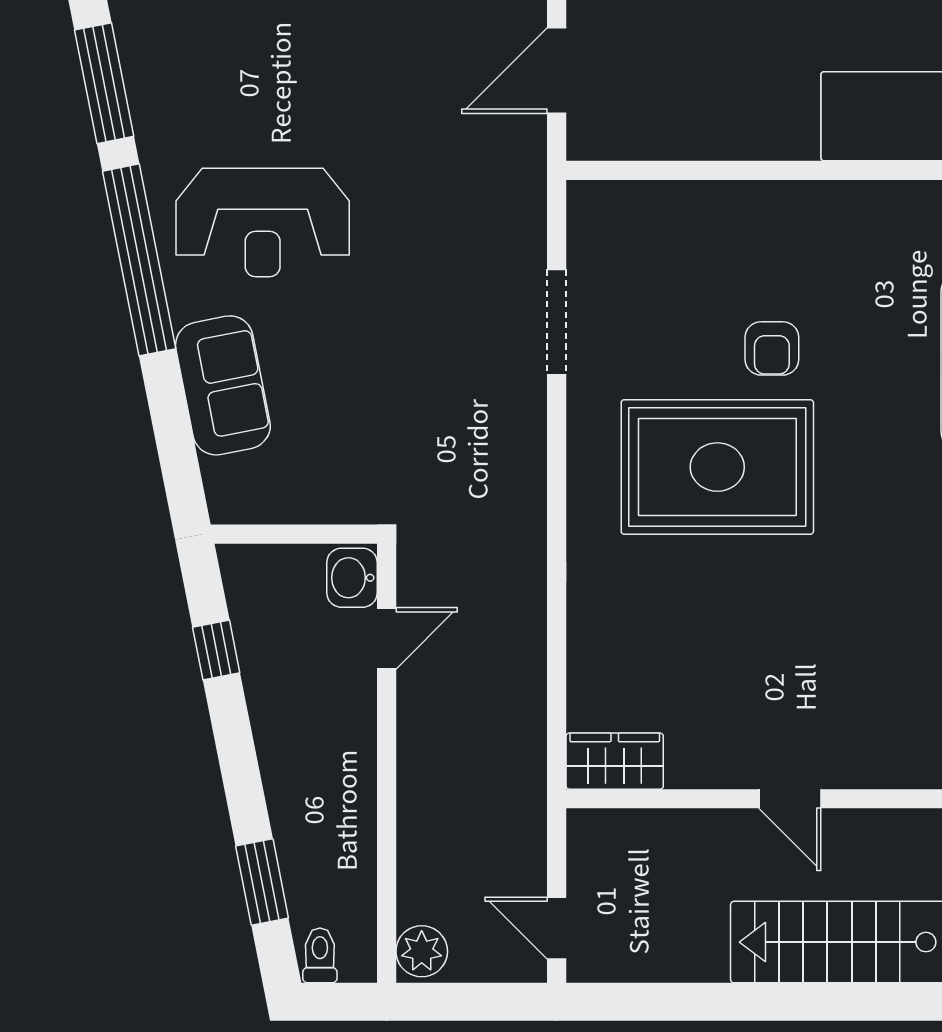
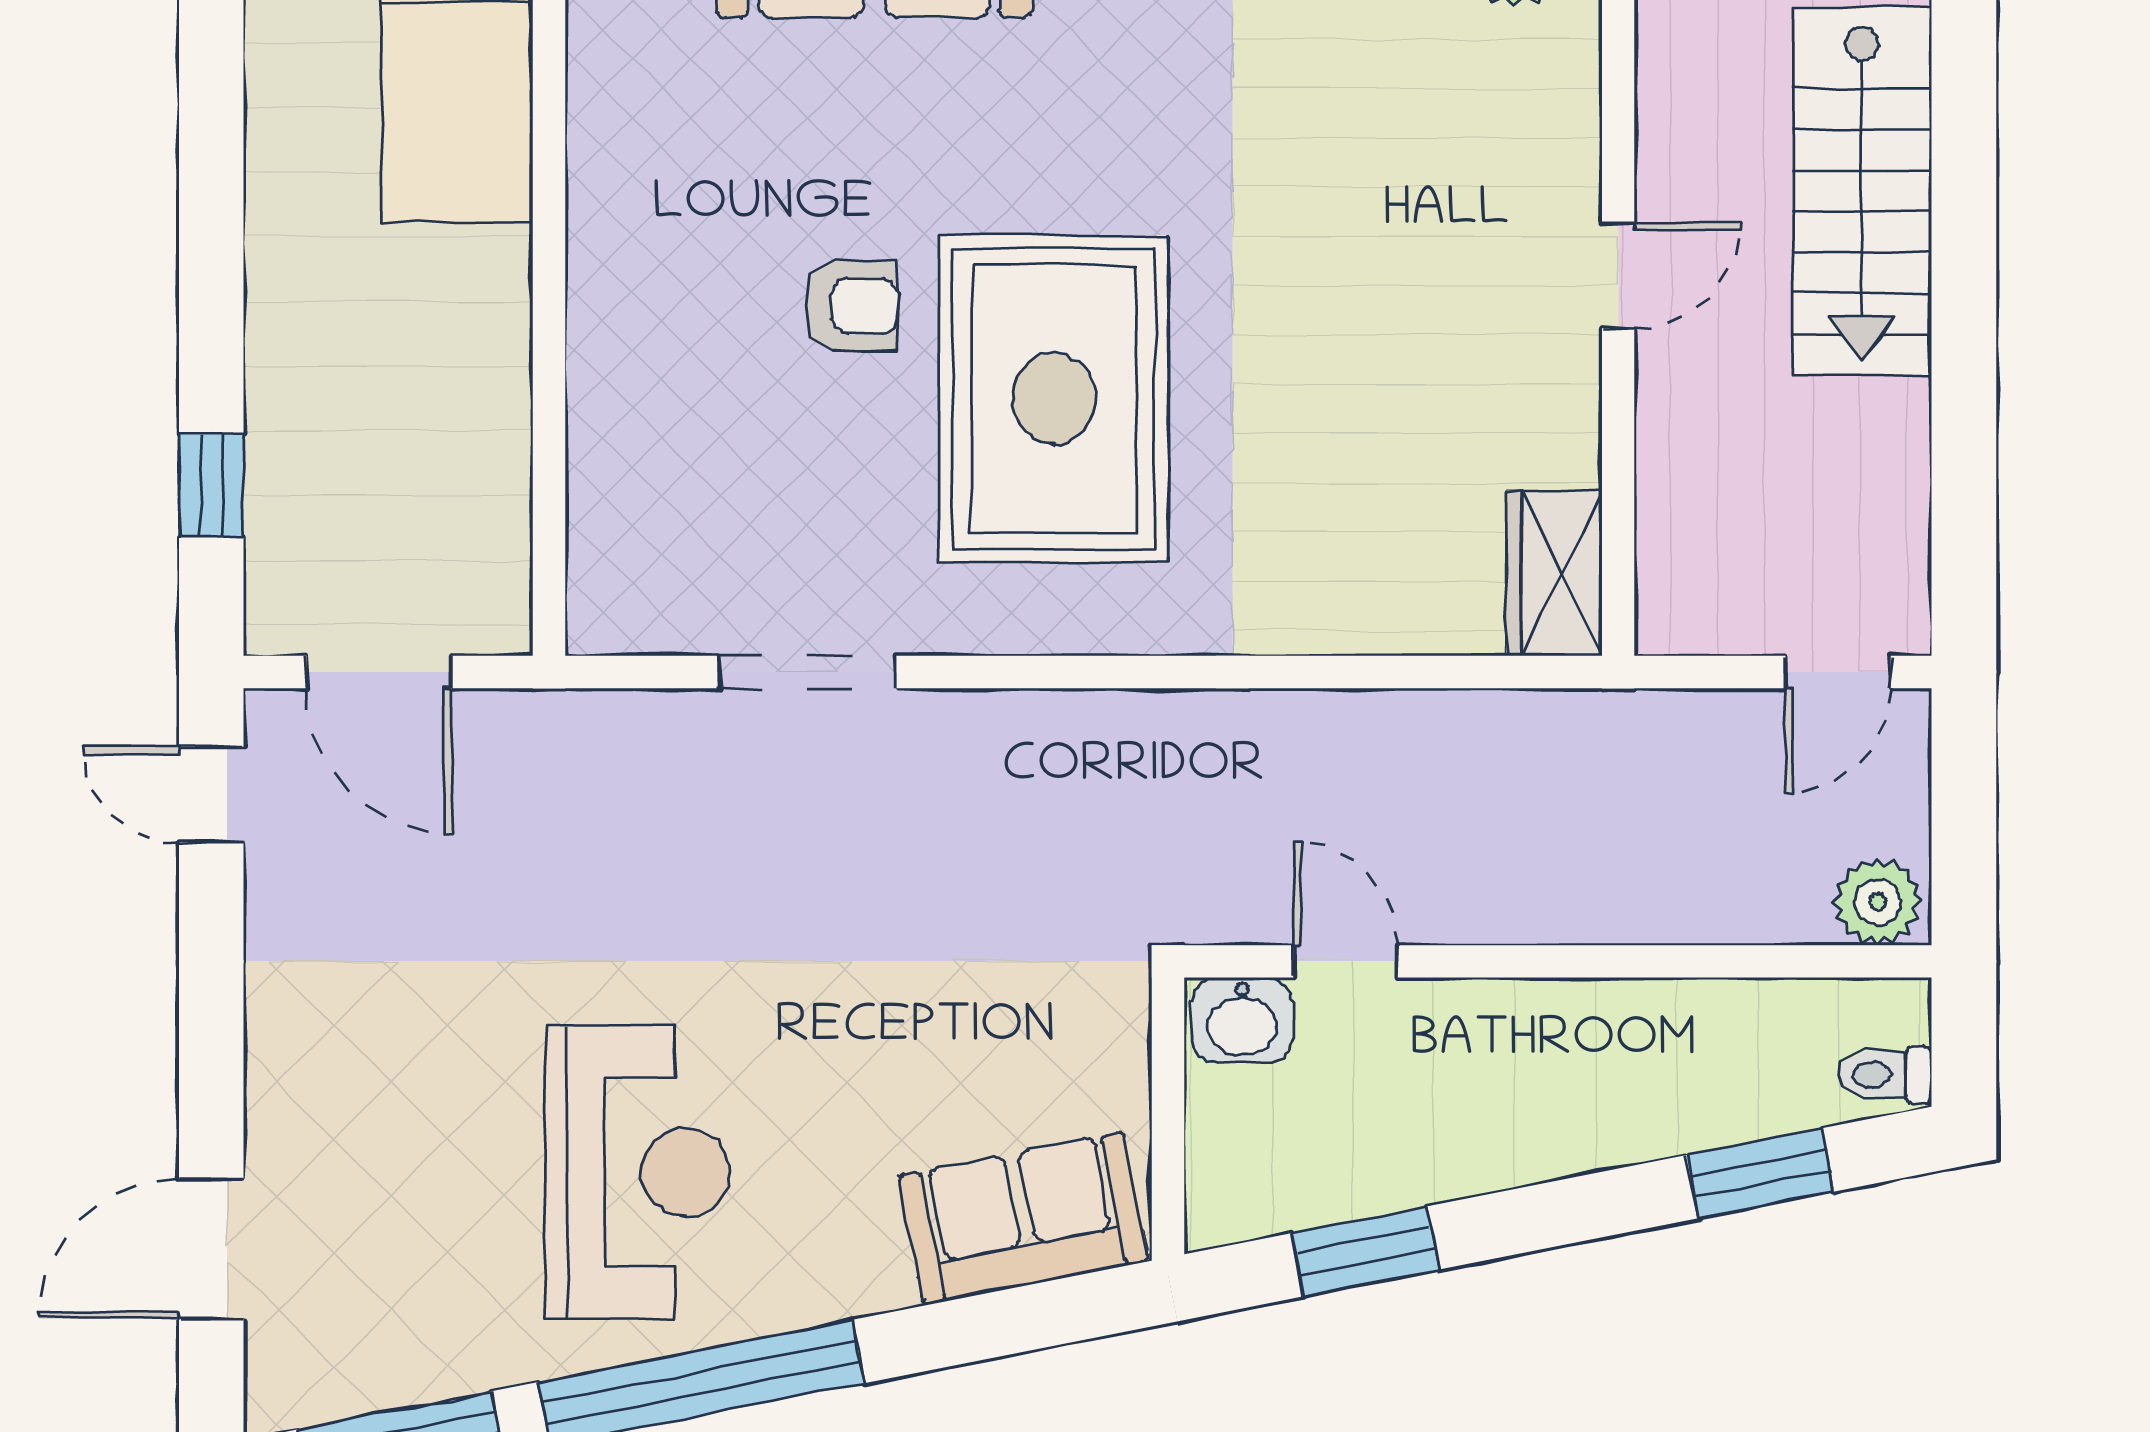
sofa: (223, 385) -> (1024, 1218), moved
window: (216, 650) -> (1365, 1251), width x1.50

